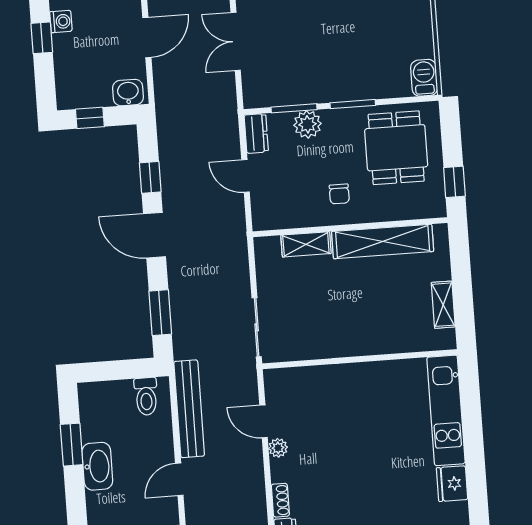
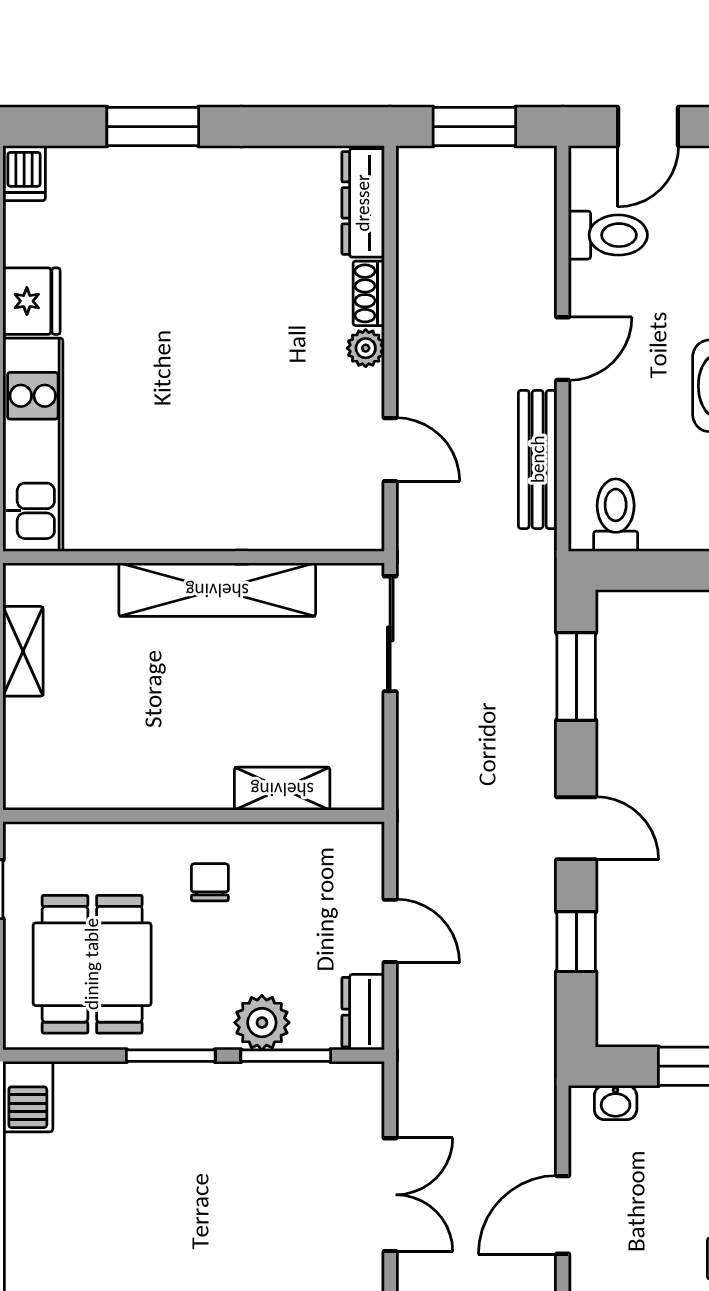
washbasin: (128, 93) -> (616, 1103), width x0.72, depth x0.69
door: (155, 235) -> (576, 828), width x0.73
shelving: (383, 241) -> (217, 590), moved
bench: (189, 409) -> (538, 459), width x0.73, depth x0.82
plant: (278, 448) -> (366, 348), moved

